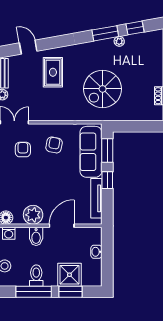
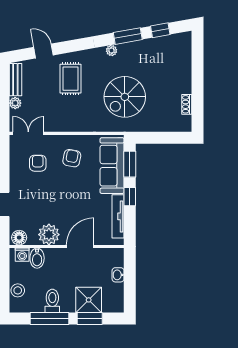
plant: (119, 41) -> (111, 51), moved
bidet: (36, 236) -> (37, 258), moved

